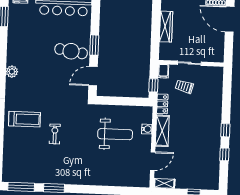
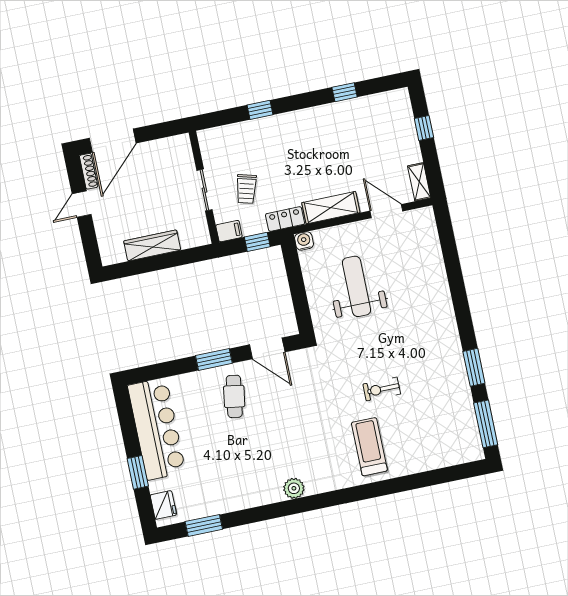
cafe table: (71, 51) -> (234, 396), width x0.73, depth x0.74
water cooler: (147, 129) -> (304, 241), moved
window: (225, 130) -> (260, 110), moved

